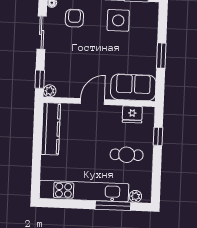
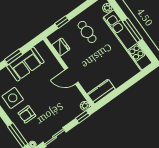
armchair: (74, 18) -> (27, 114), moved
sofa: (133, 87) -> (25, 64), moved, turned -90
kitchen counter: (51, 129) -> (101, 92), width x0.67
window: (113, 206) -> (133, 30), moved

